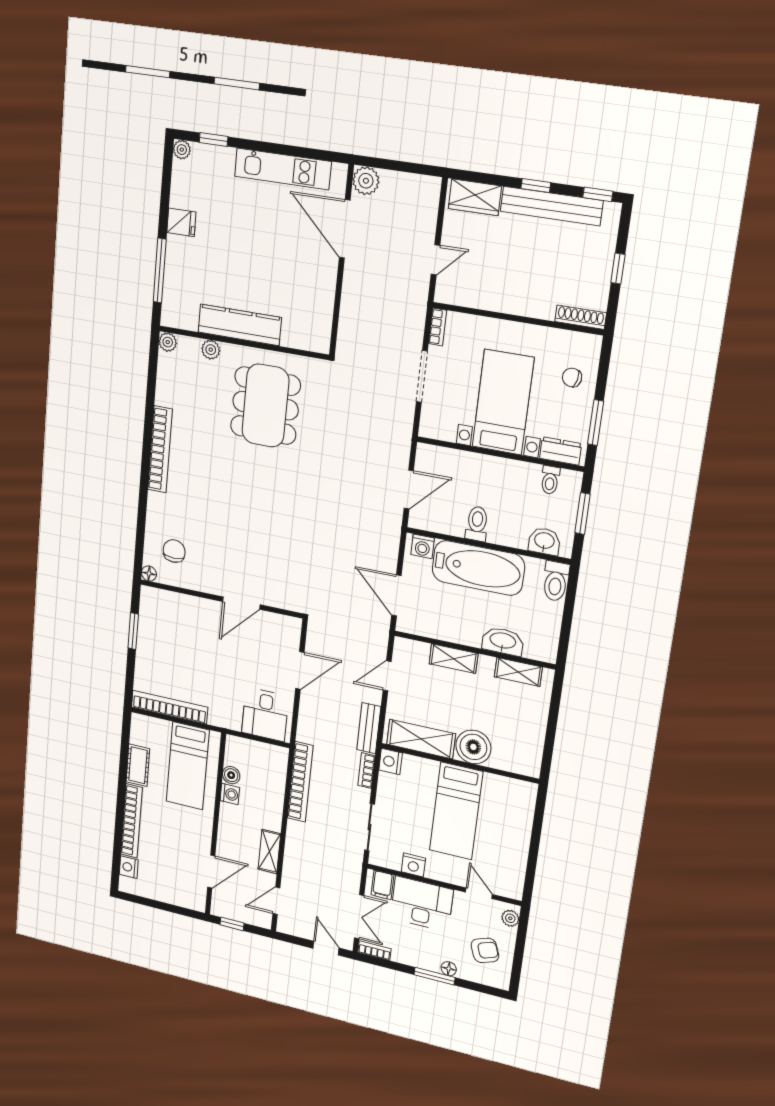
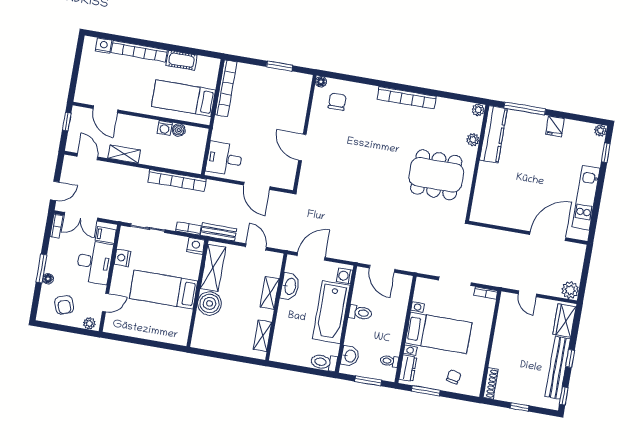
plant: (366, 181) -> (570, 290), moved
kitchen counter: (240, 325) -> (493, 134), moved
chair: (174, 551) -> (337, 102), turned -90
washbasin: (503, 641) -> (290, 286), moved

